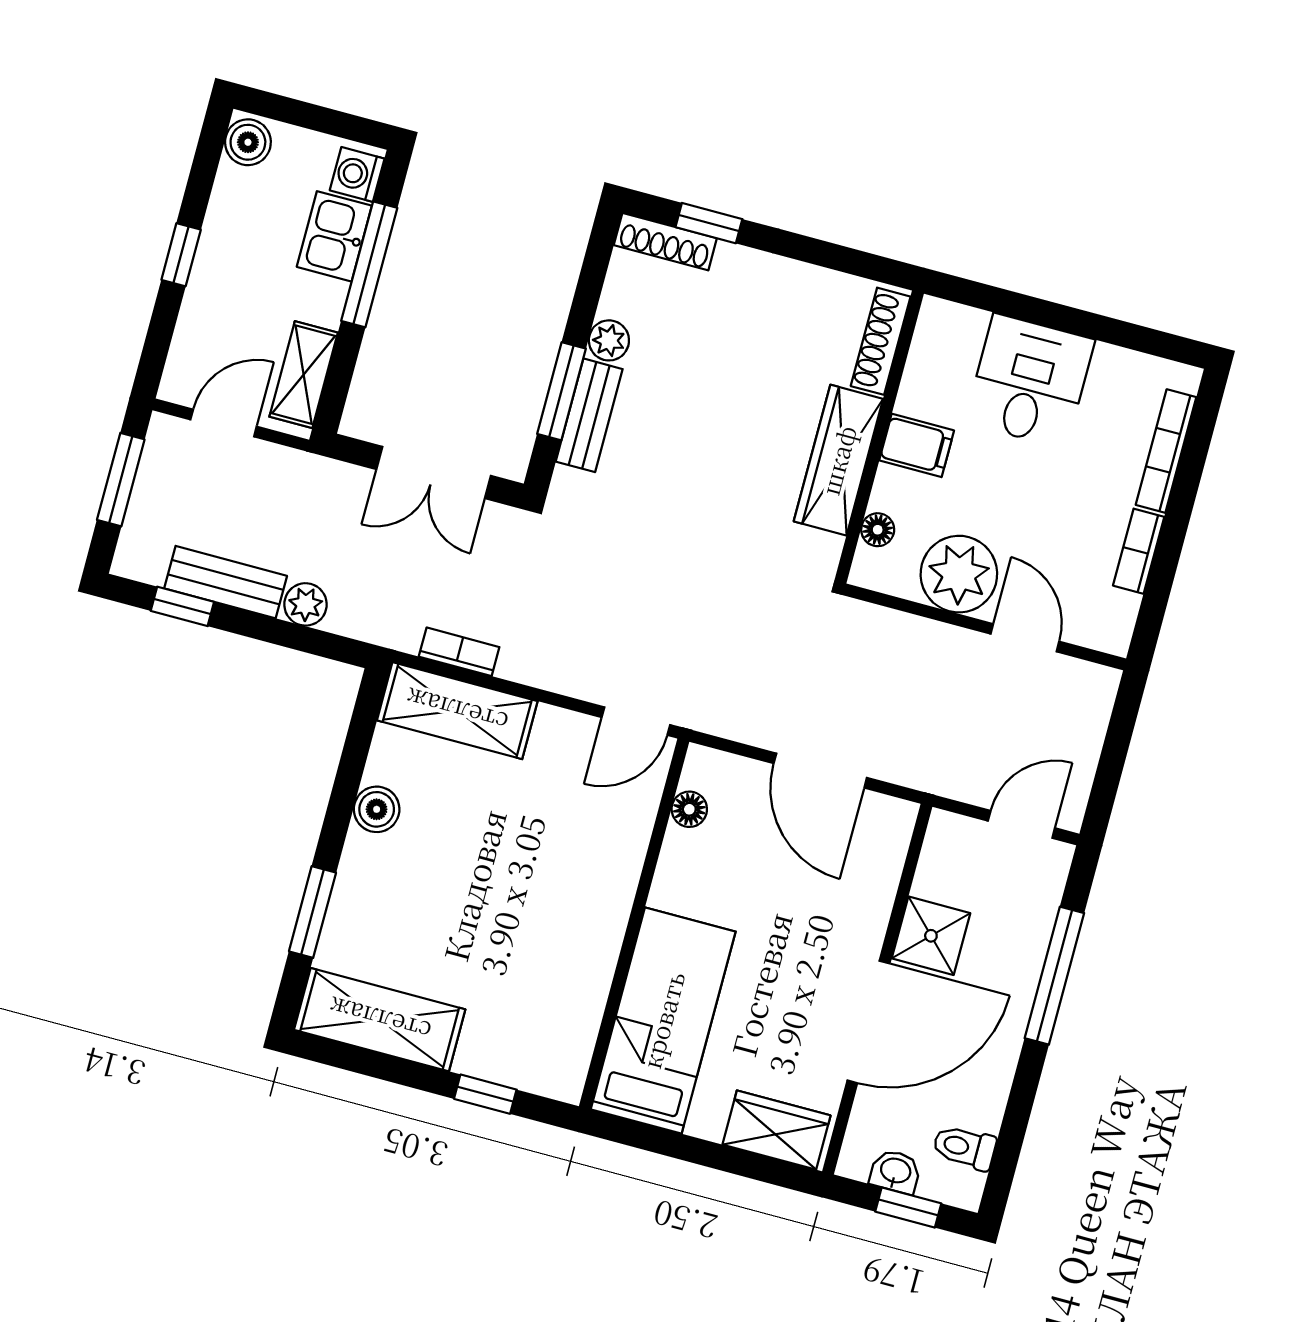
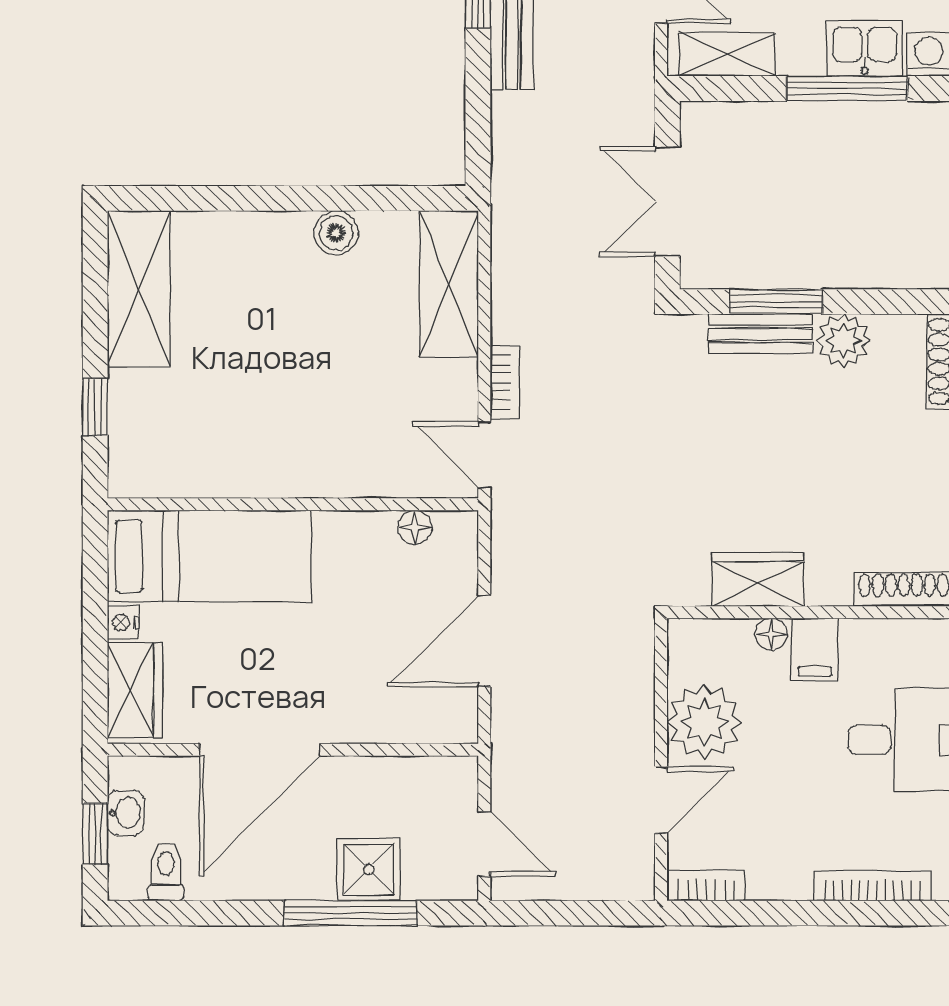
plant: (609, 340) -> (843, 341), width x1.38, depth x1.38
wardrobe: (838, 460) -> (758, 580), width x0.67
floor lamp: (878, 530) -> (771, 634), moved
bookcase: (1139, 551) -> (706, 885), moved
plant: (306, 604) -> (511, 114), removed
bookcase: (459, 652) -> (505, 382), moved
window: (312, 912) -> (223, 198), removed
shower: (931, 936) -> (369, 870), moved
door: (868, 1022) -> (260, 750), hinge flipped
nightstand: (706, 1124) -> (123, 623), added

